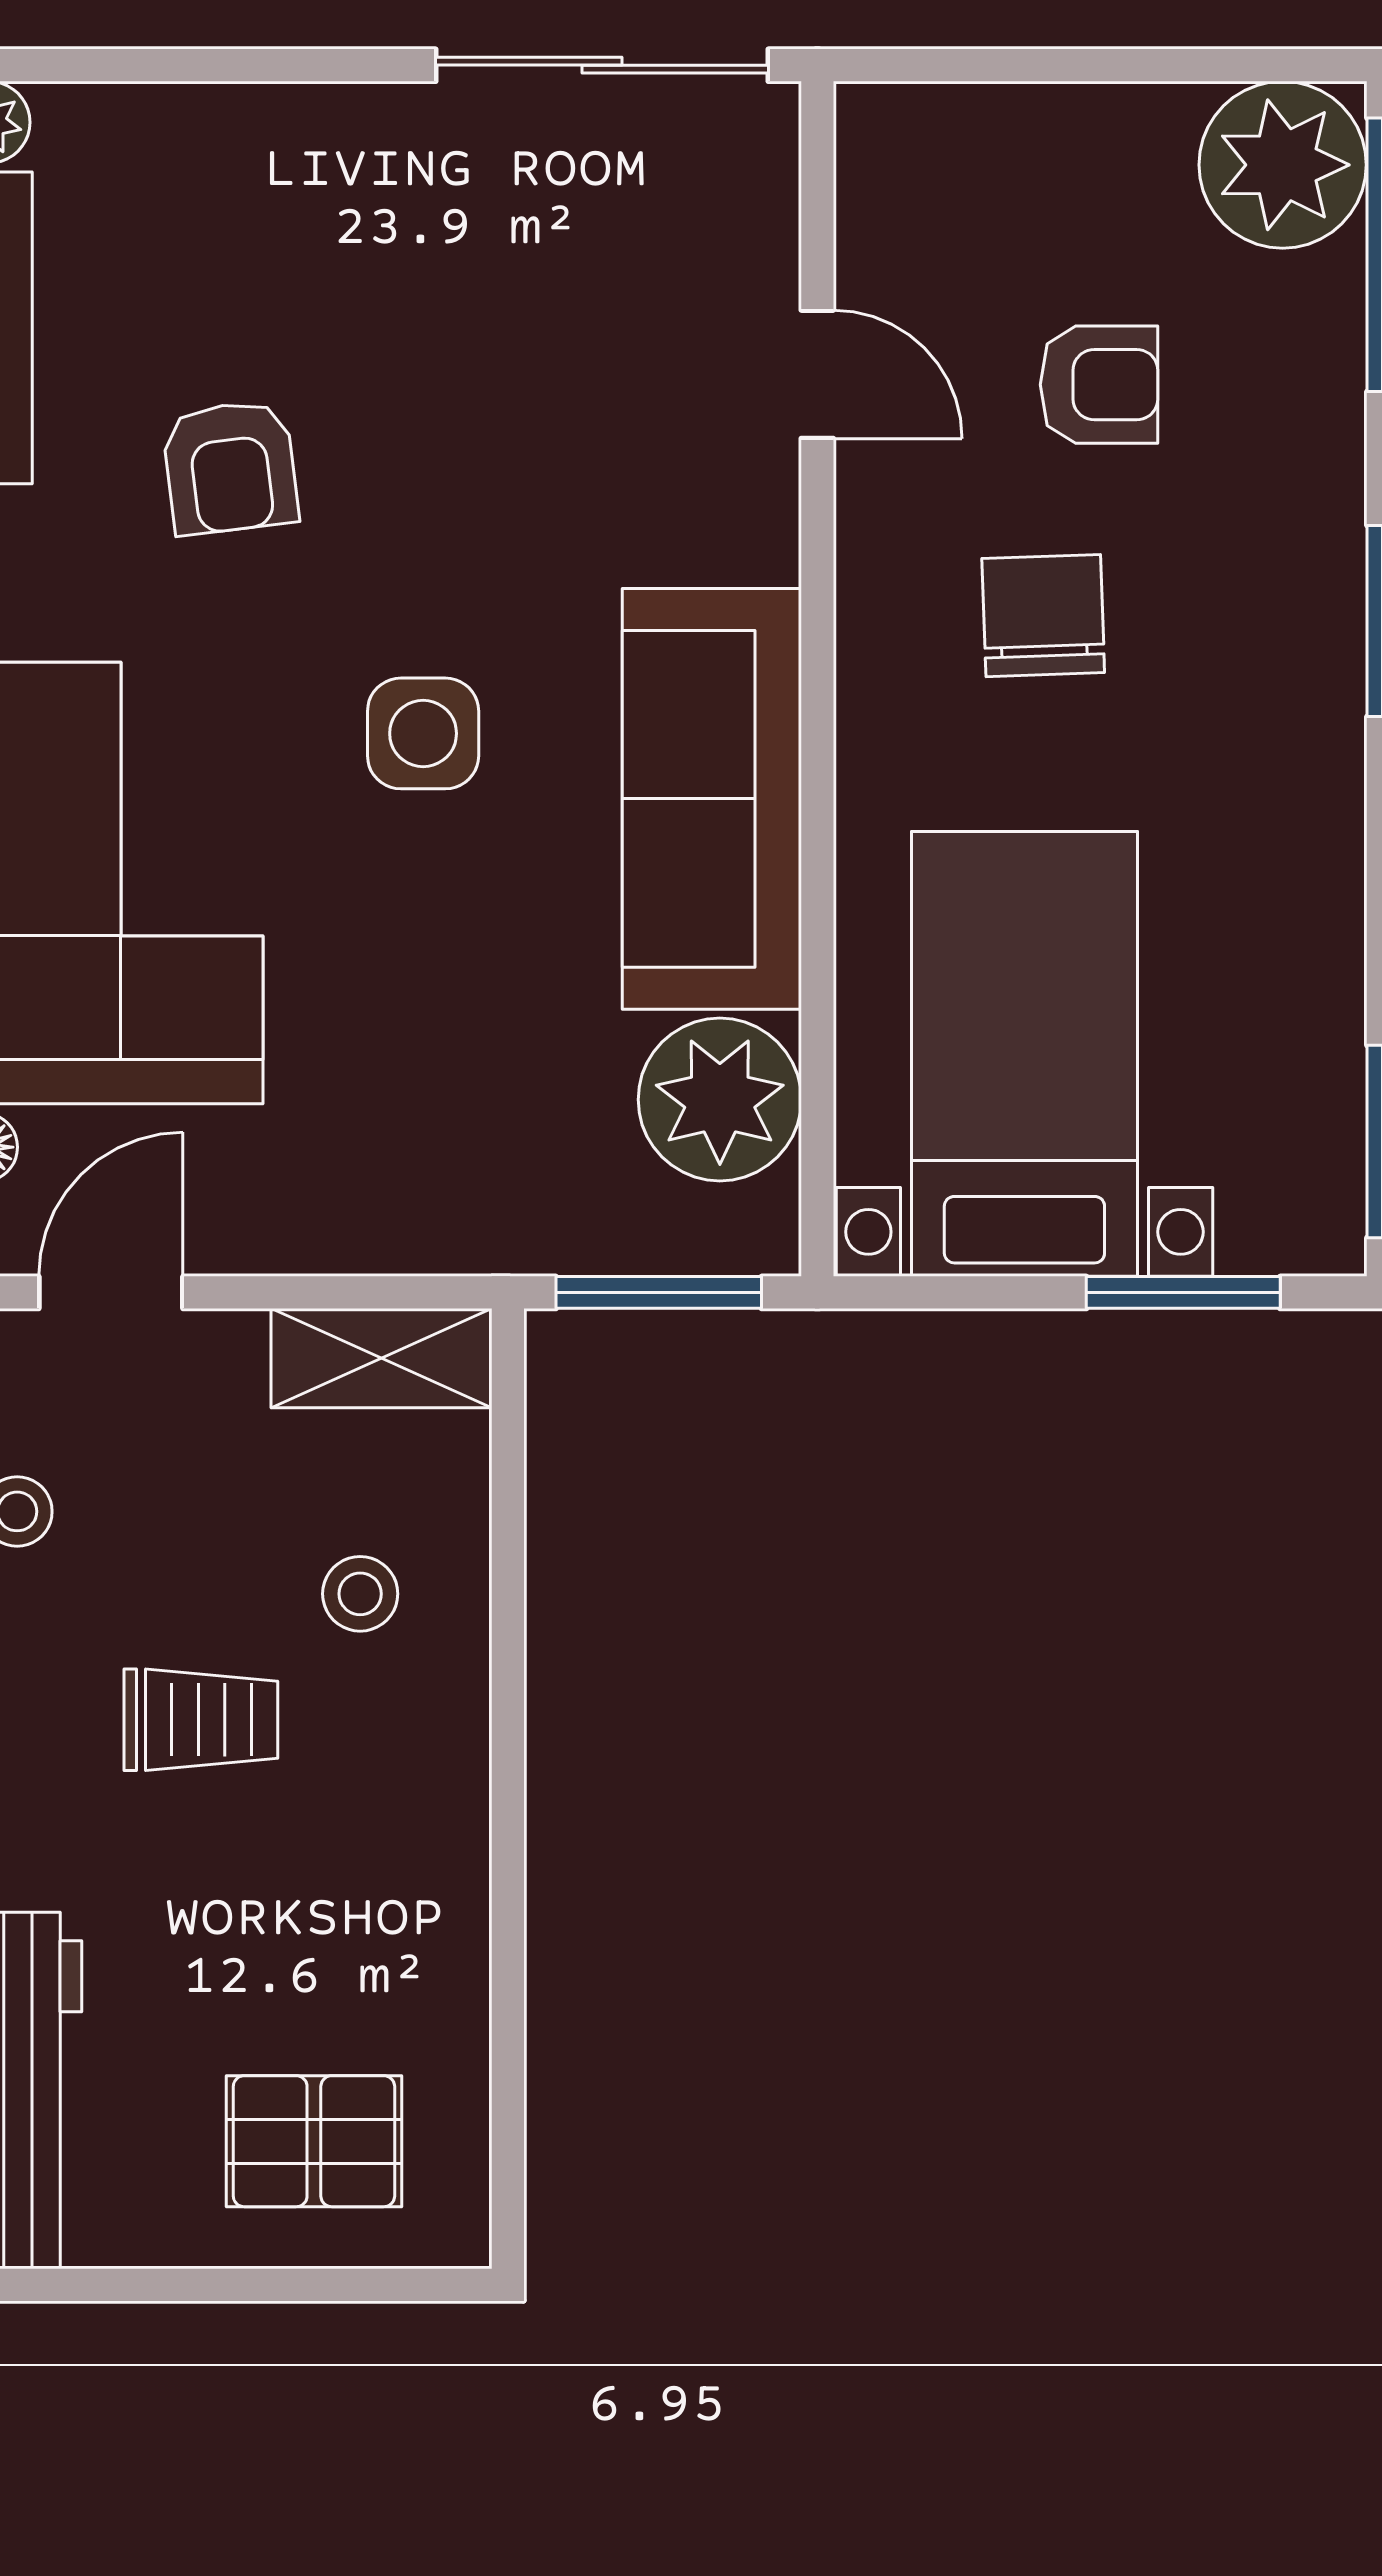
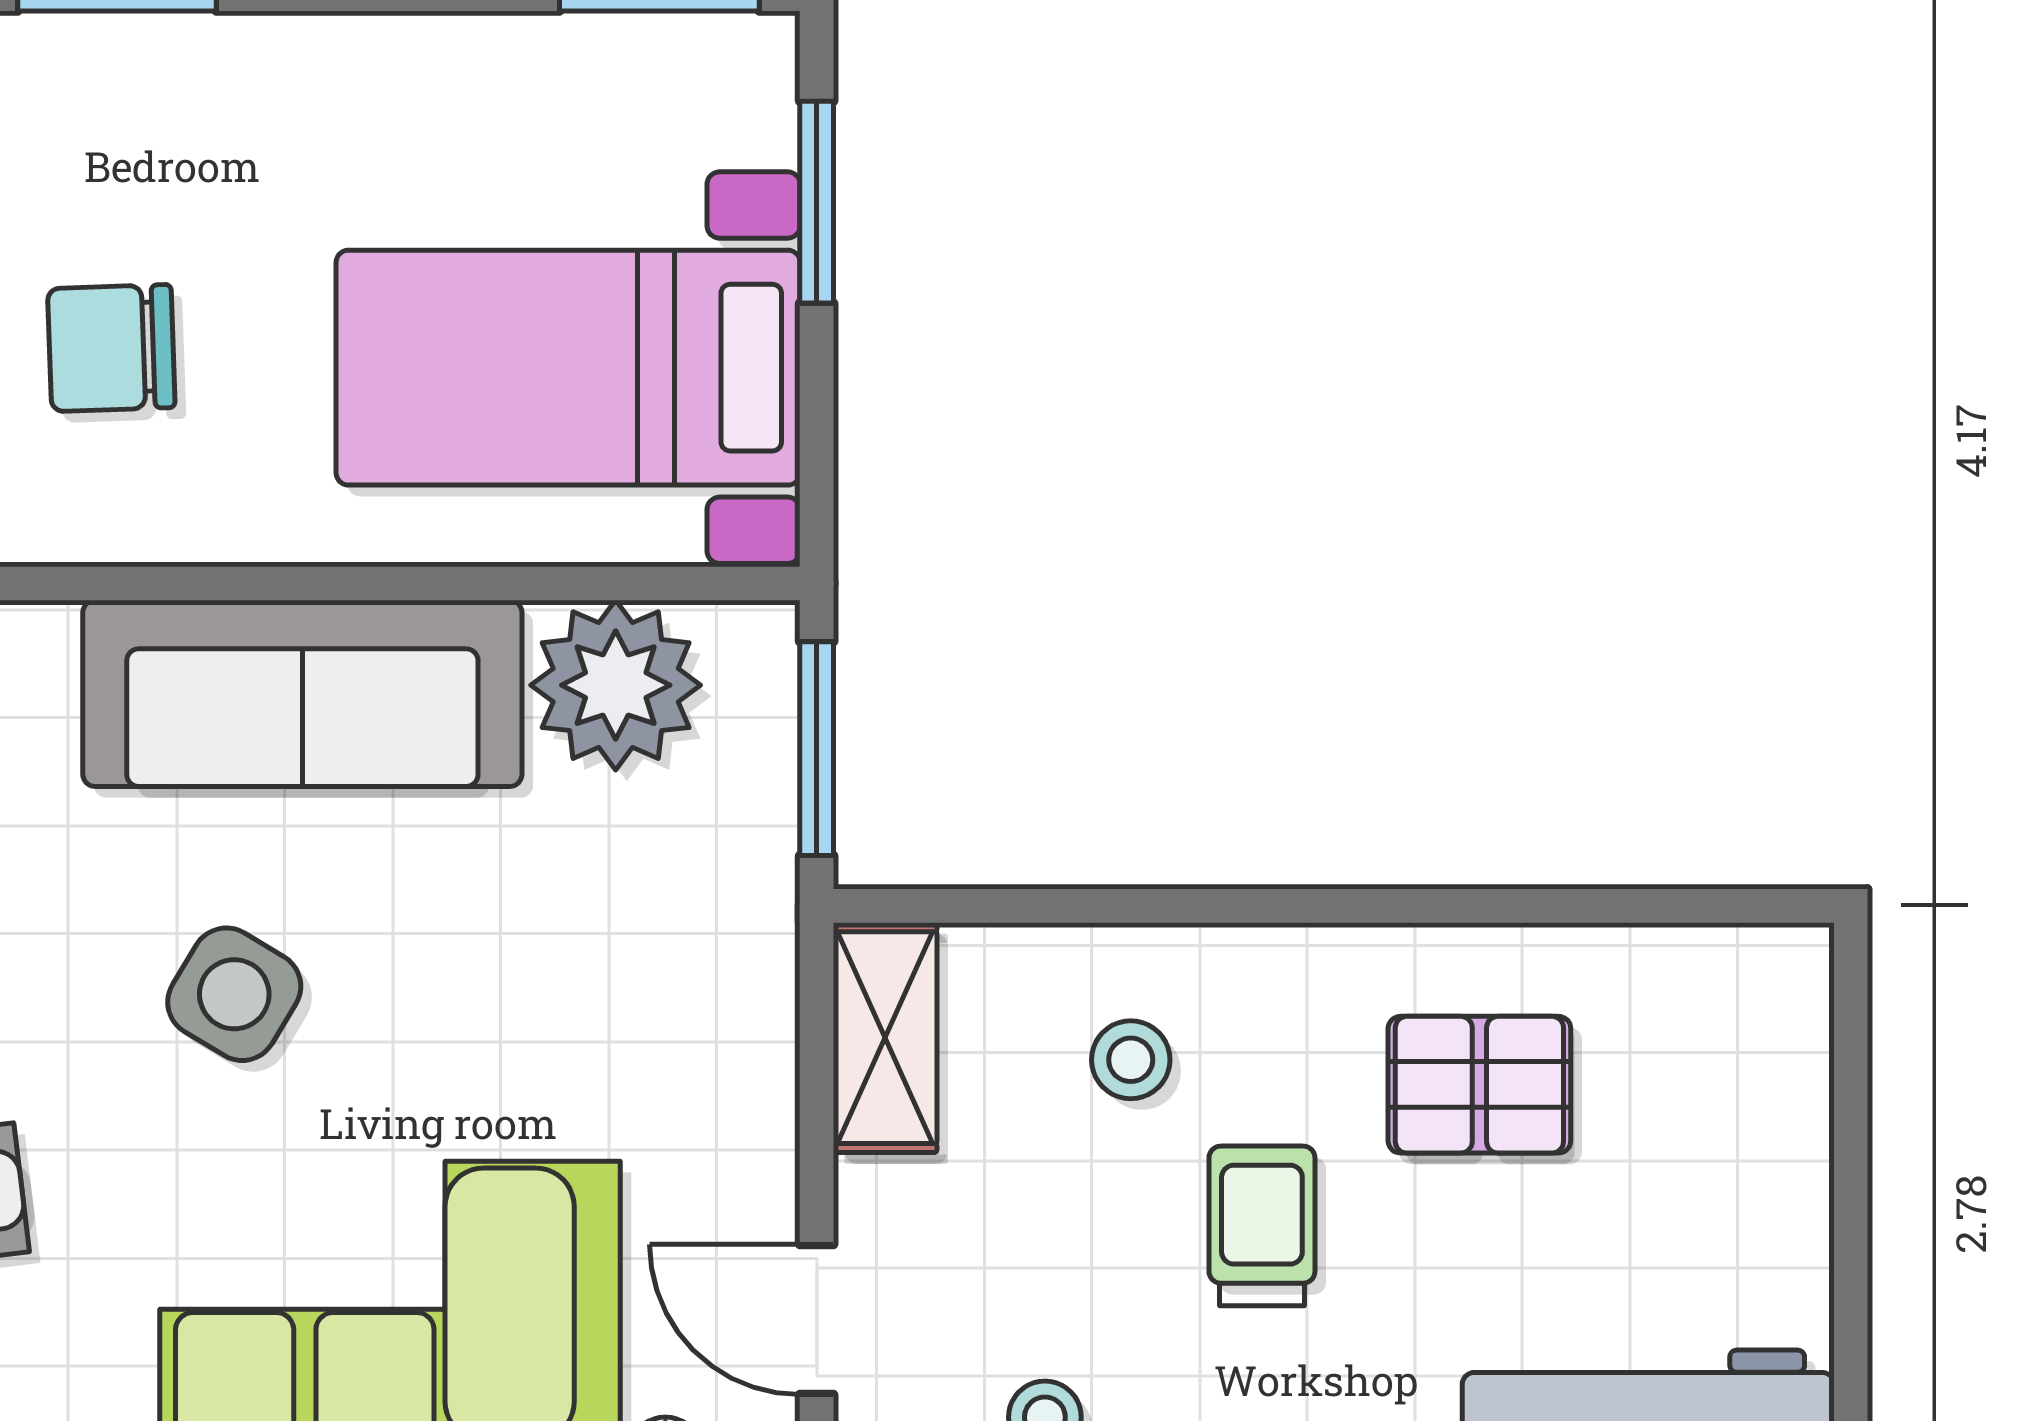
side table: (423, 733) -> (234, 994), turned 31
pallet: (314, 2141) -> (1479, 1085), moved, turned 90

